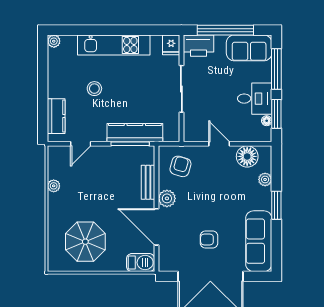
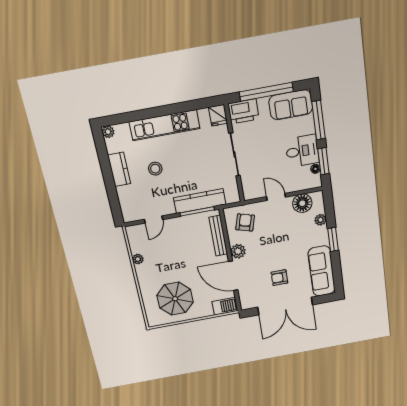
kitchen counter: (56, 116) -> (119, 169), moved
bench: (148, 182) -> (218, 236), width x1.36

